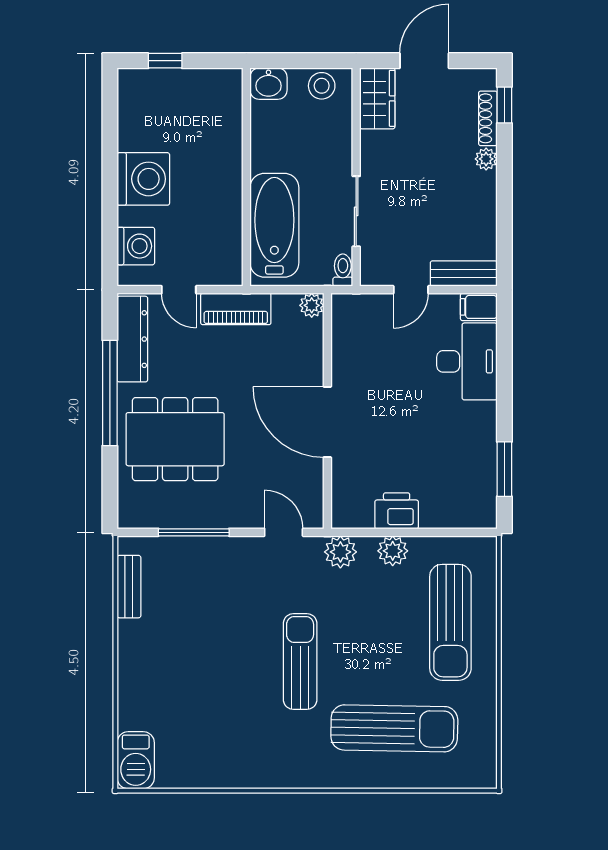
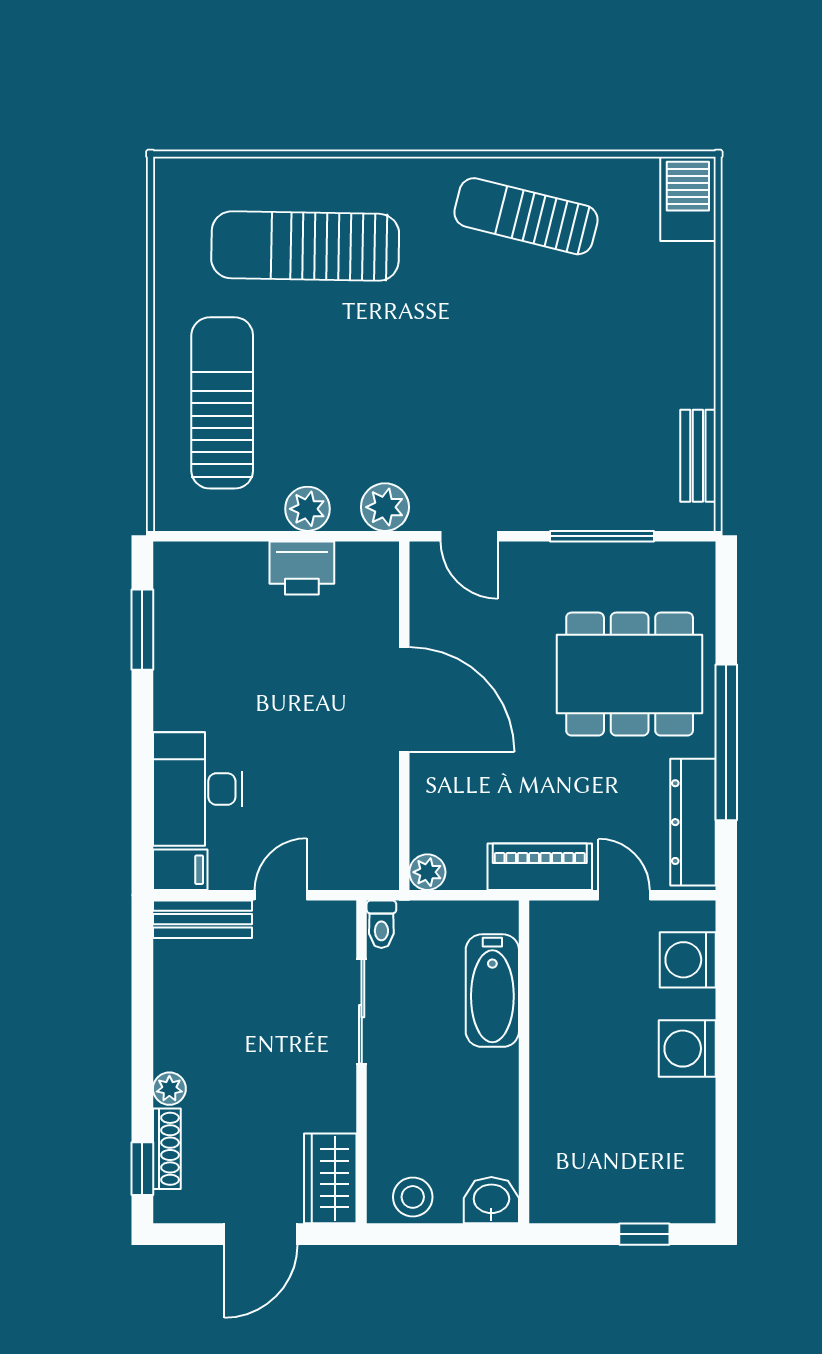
washing machine: (143, 179) -> (687, 1049), width x0.73, depth x0.73
bathtub: (274, 225) -> (492, 991), width x0.73, depth x0.73
sun lounger: (300, 662) -> (526, 216), moved, turned 104

